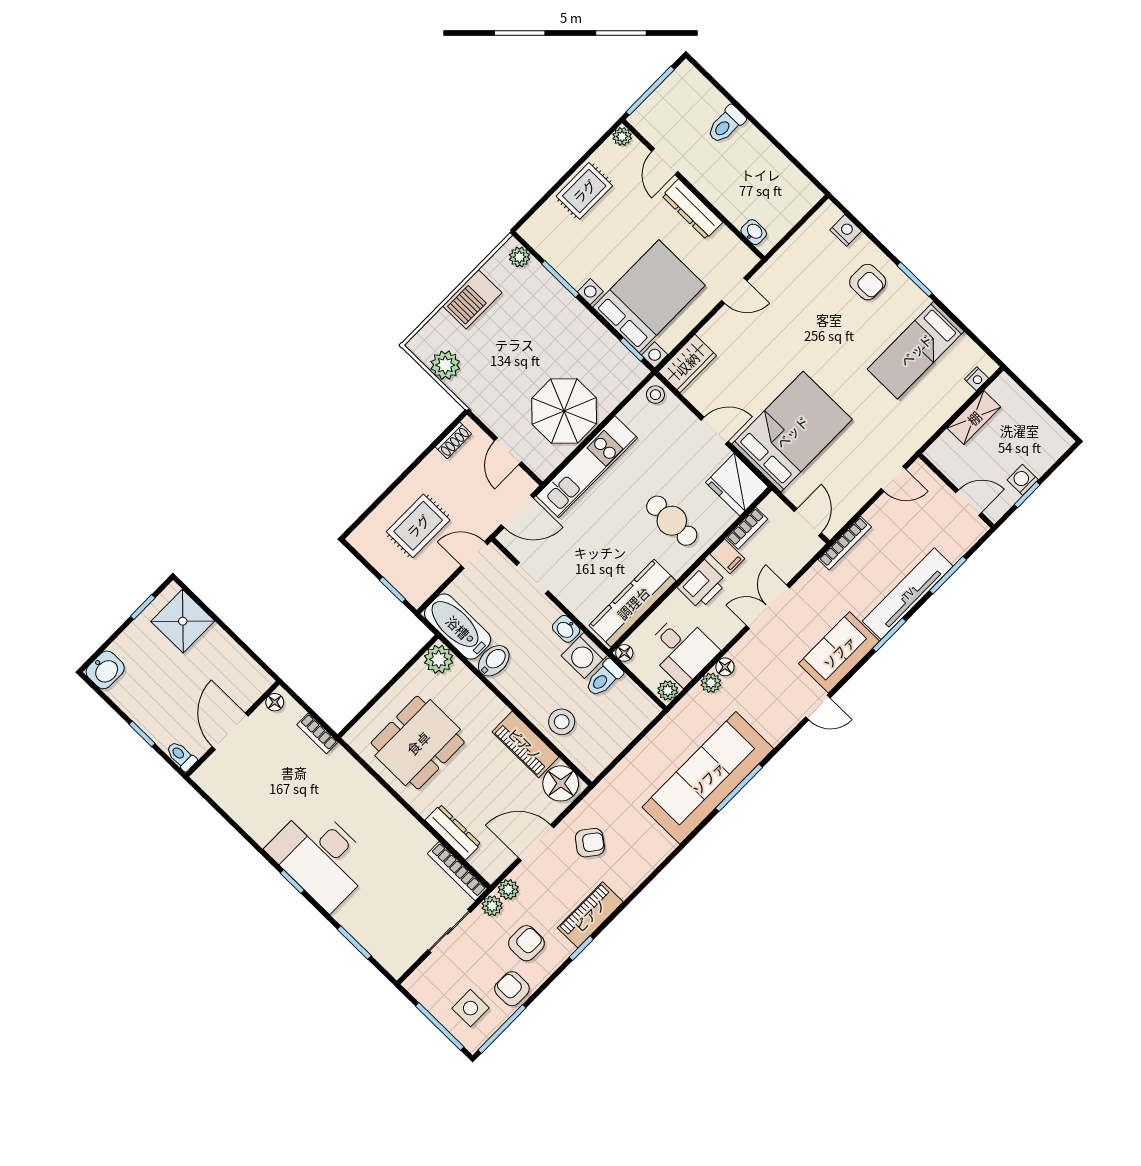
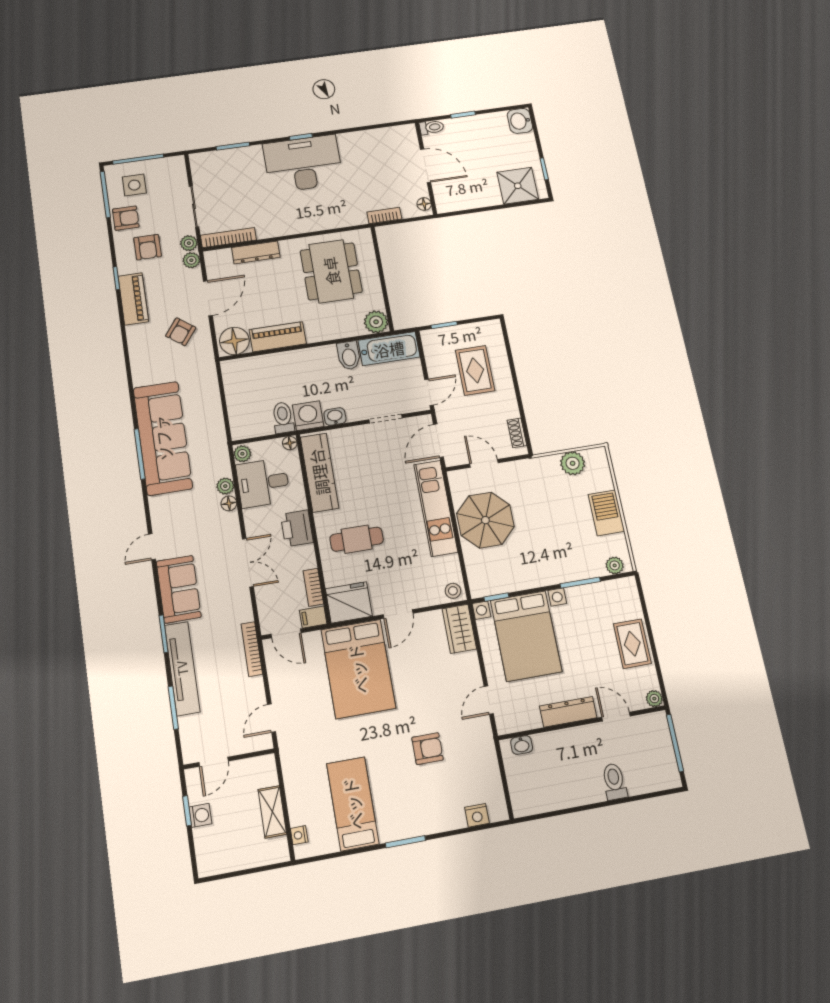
armchair: (868, 282) -> (428, 749), moved, turned 180
filing cabinet: (727, 556) -> (313, 617), moved
stool: (562, 722) -> (275, 370), removed

